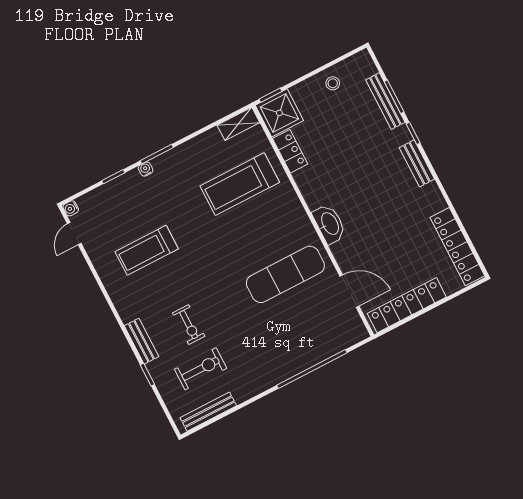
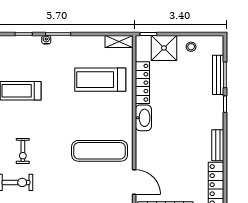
shower: (279, 113) -> (164, 48), moved
locker: (290, 151) -> (142, 83), width x1.53
bench: (417, 163) -> (218, 145), moved
washbasin: (329, 224) -> (143, 118), moved

